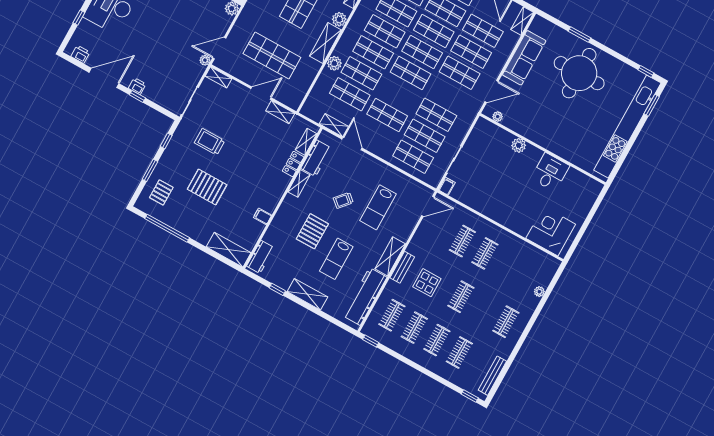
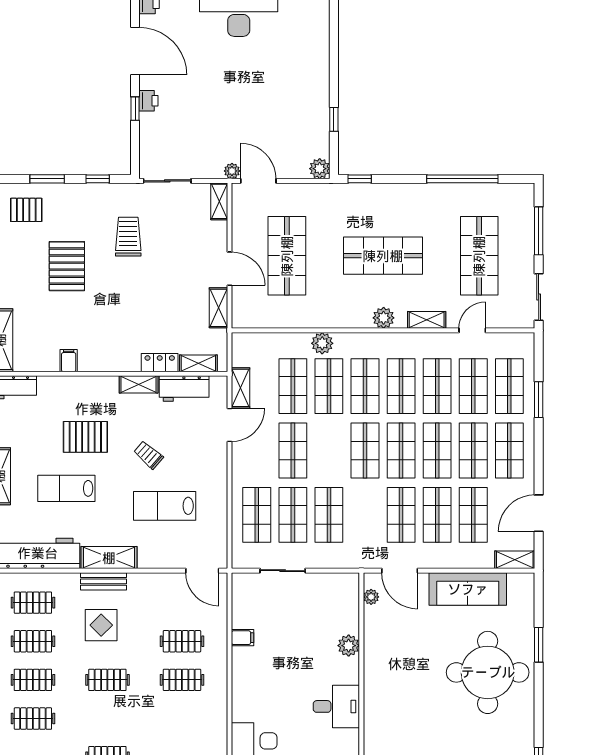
shelving: (325, 43) -> (342, 317), removed
filing cabinet: (447, 186) -> (243, 638), moved

